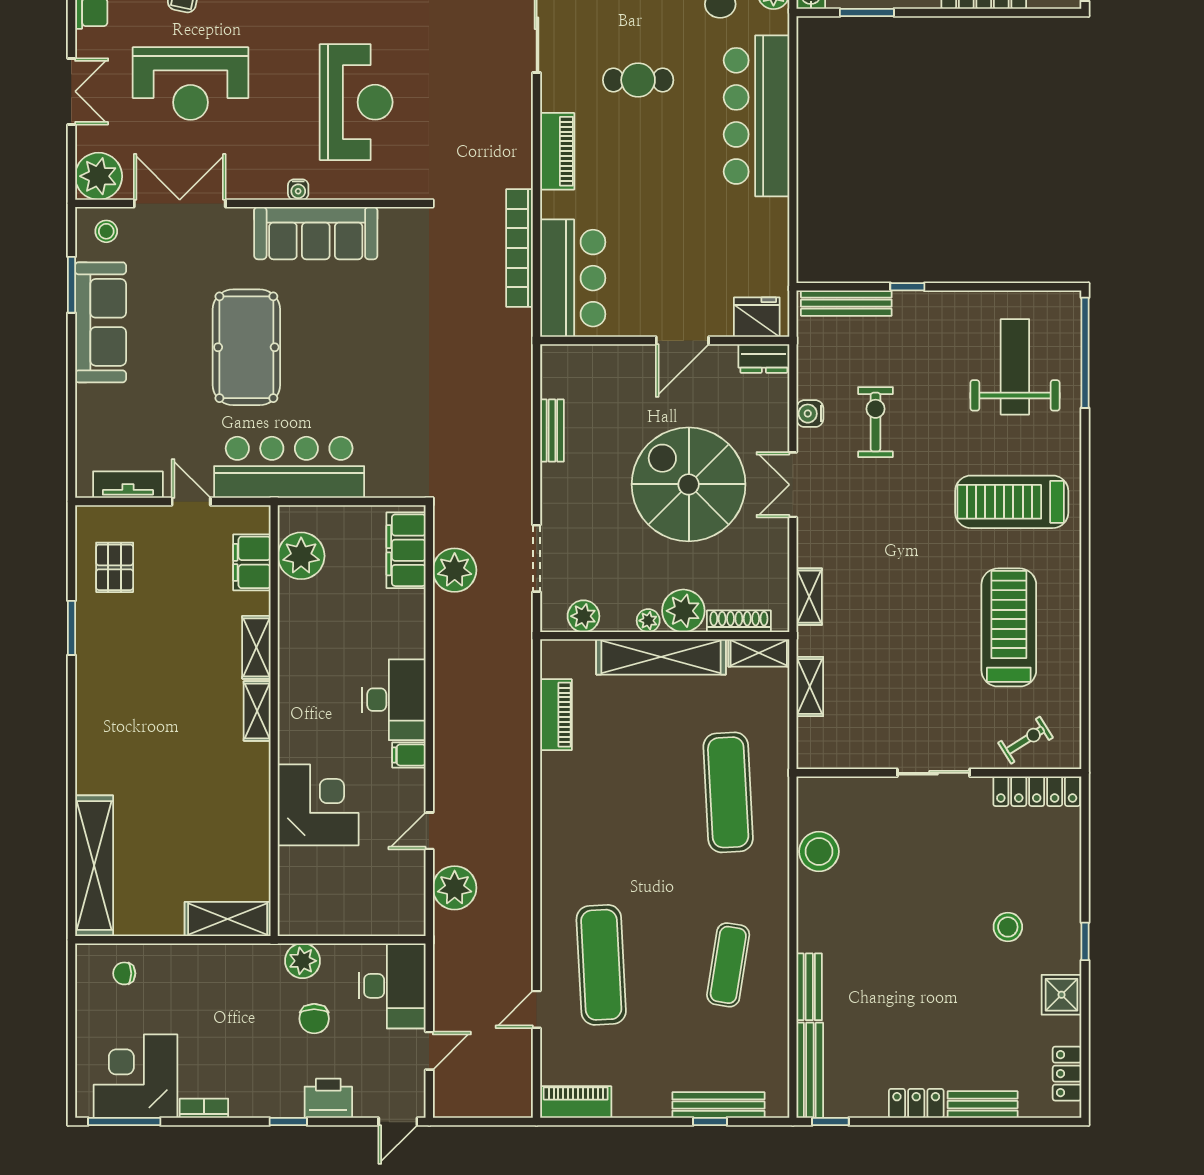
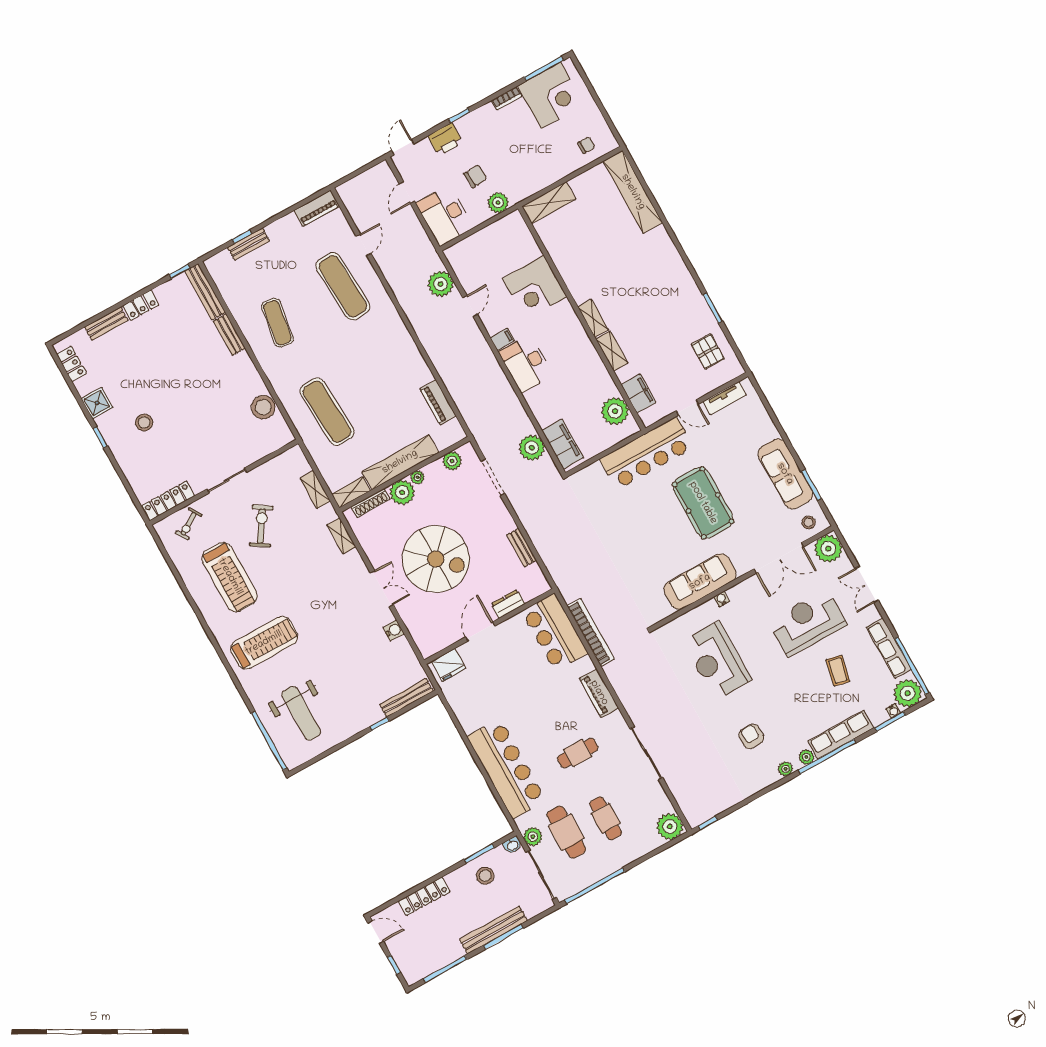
dresser: (764, 358) -> (508, 604), moved
exercise bike: (875, 422) -> (261, 526), moved, turned -147
chair: (314, 1019) -> (475, 176), turned 86
bench: (718, 1105) -> (249, 244), width x0.73

